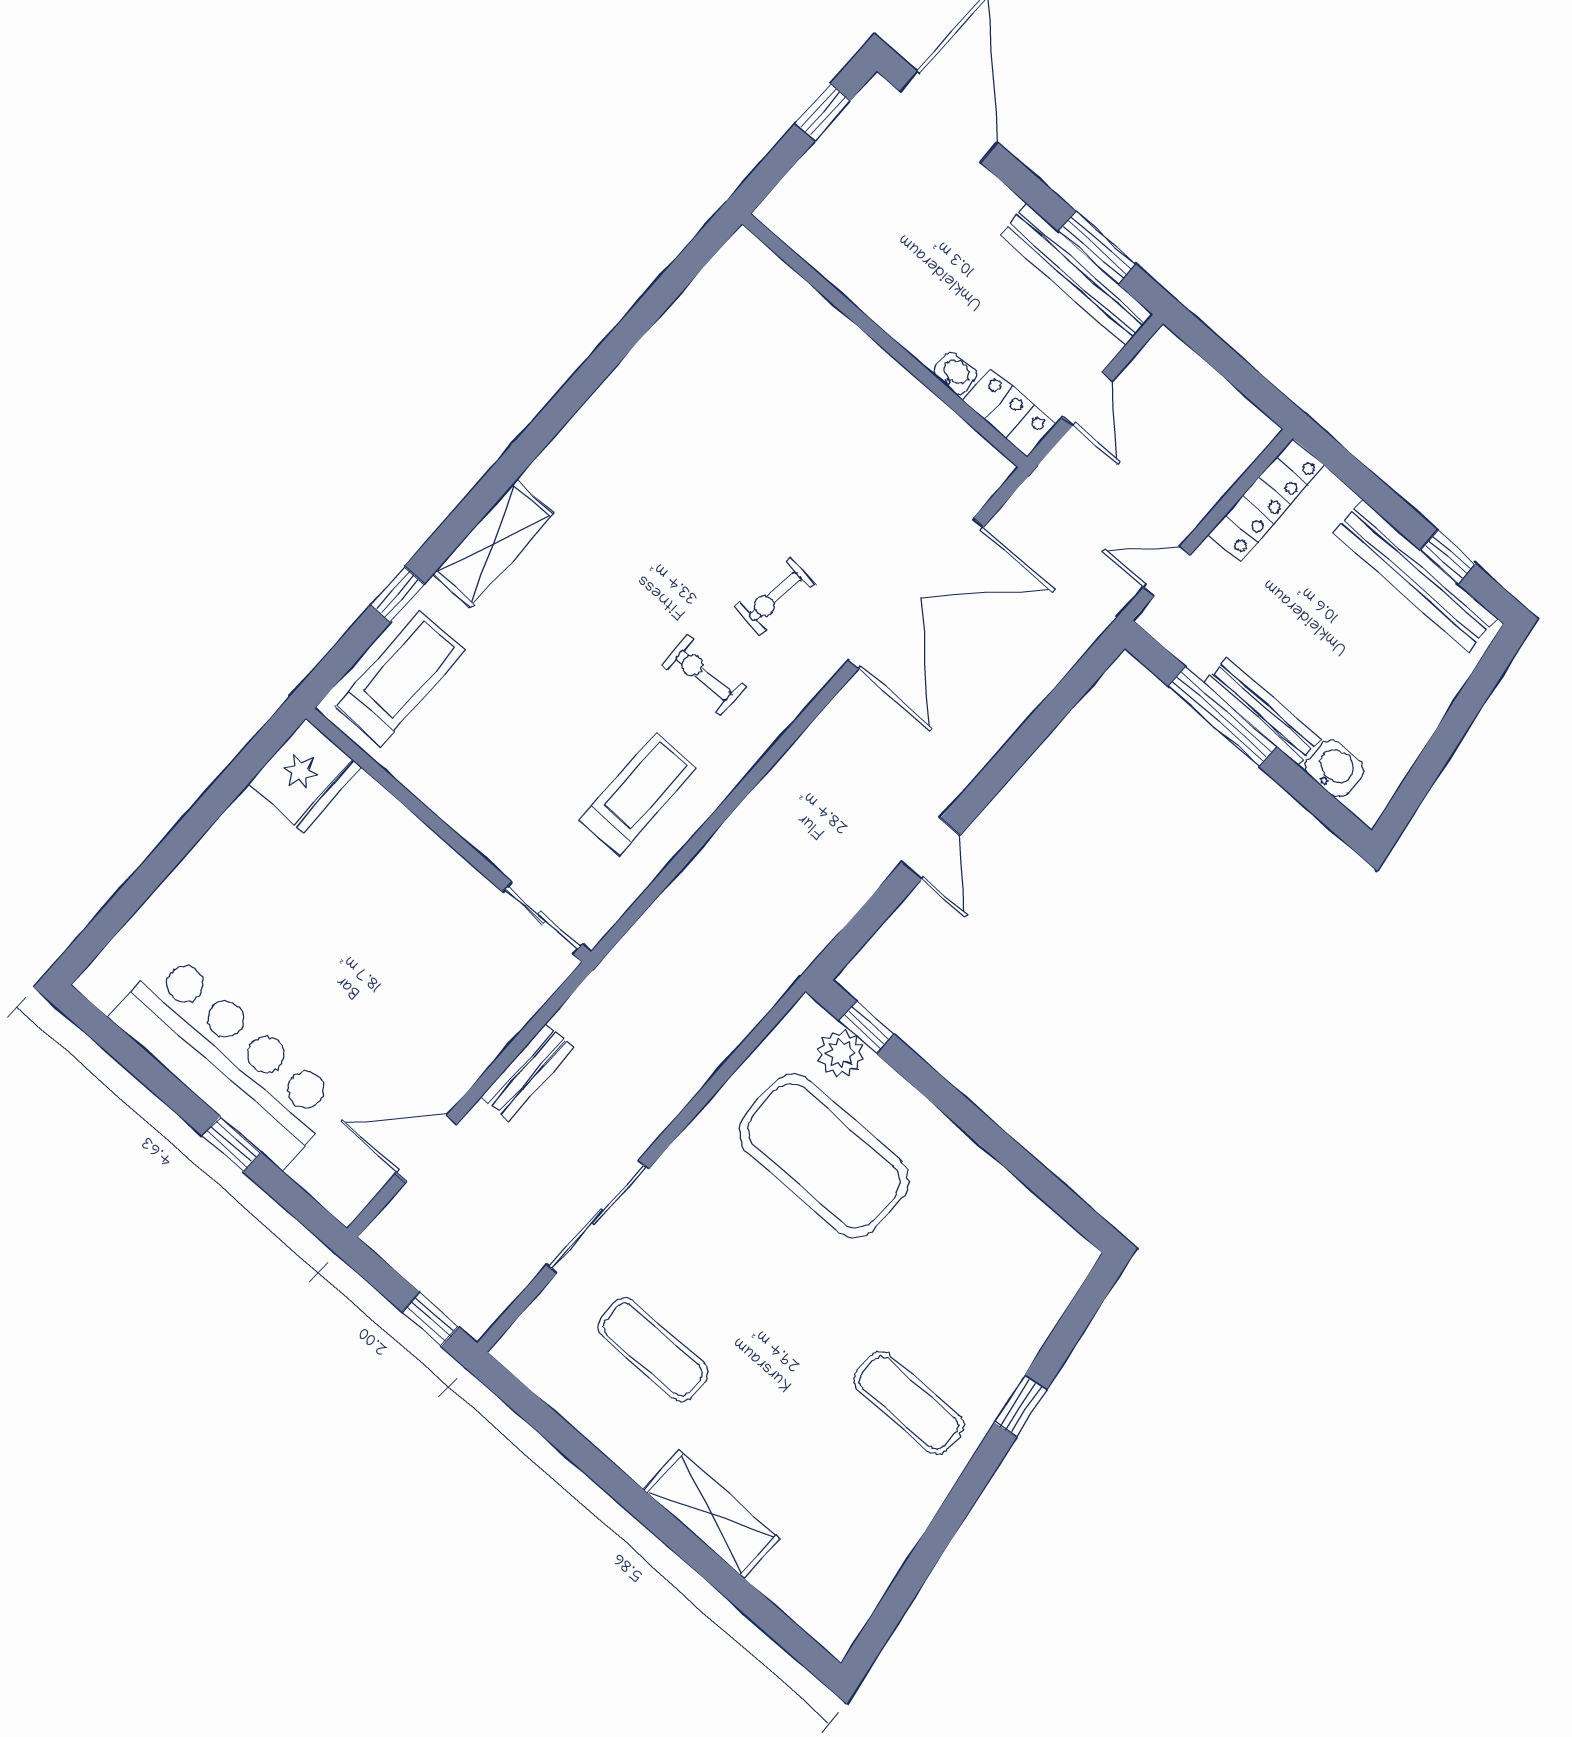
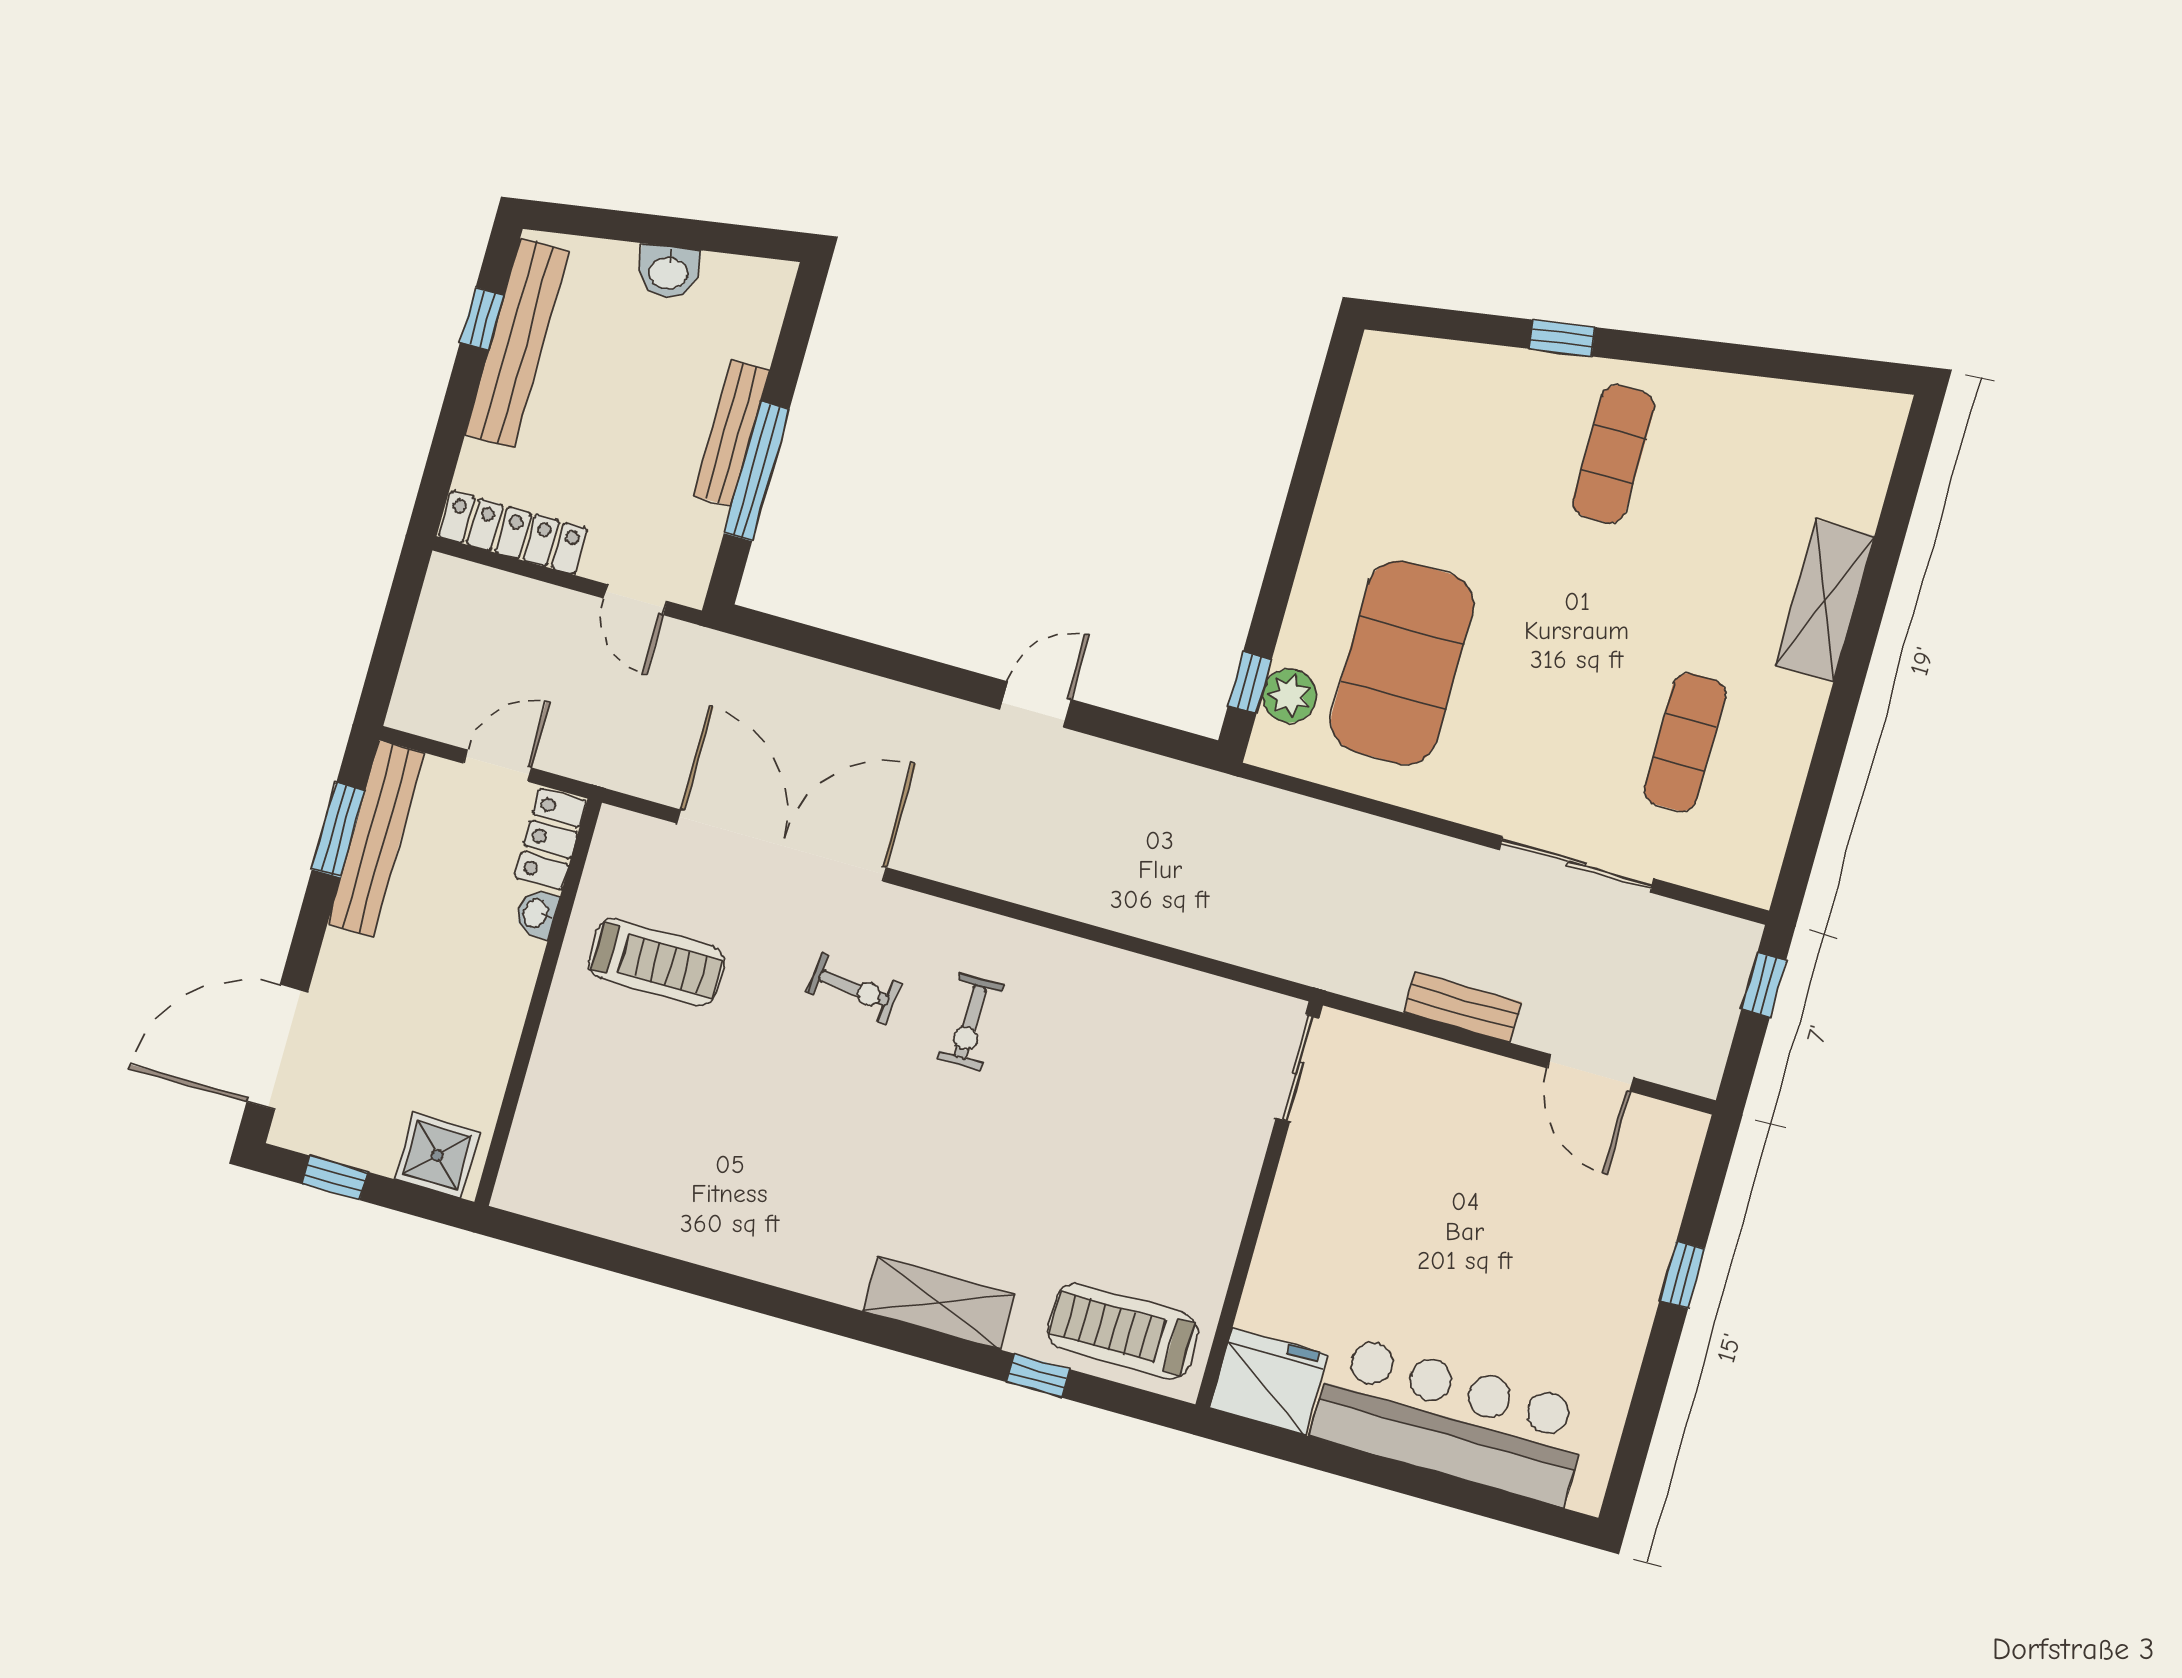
shower: (802, 202) -> (437, 1155), added
washbasin: (1335, 769) -> (668, 272), moved, turned -99
treadmill: (638, 794) -> (657, 962), moved, turned 180
bar counter: (226, 1059) -> (1451, 1420), moved, turned 90

